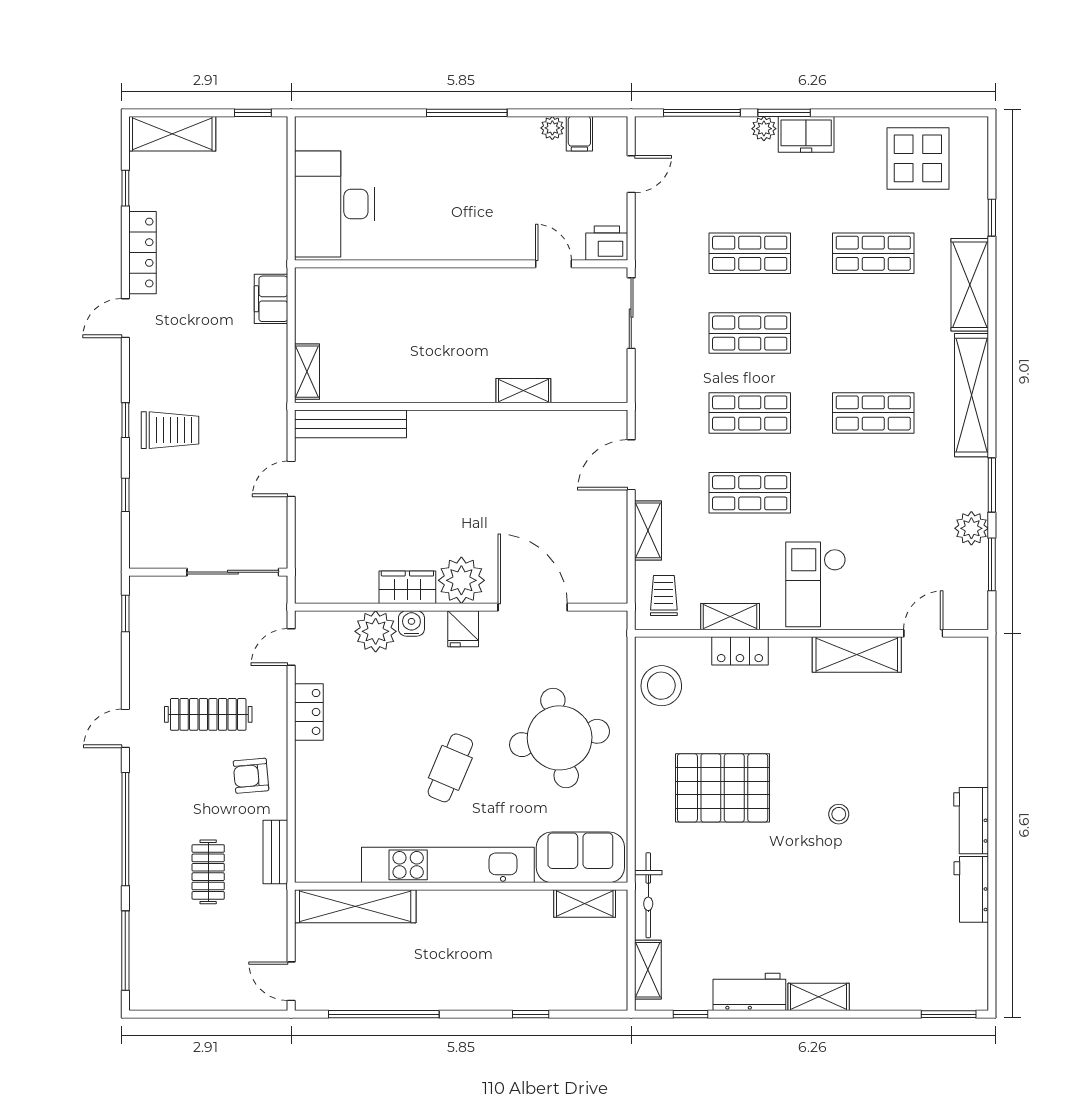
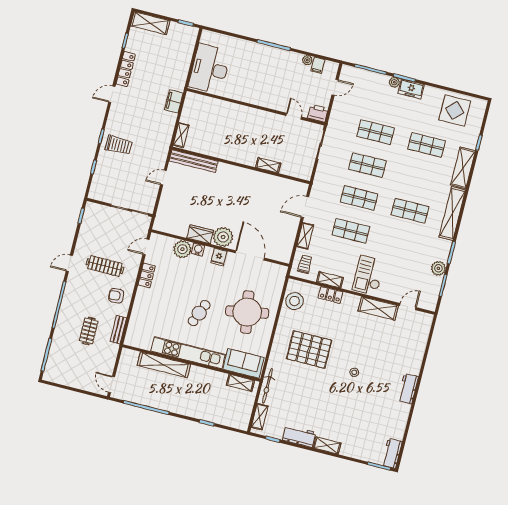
workbench: (971, 889) -> (392, 453), moved
shelving: (355, 906) -> (164, 365), moved

